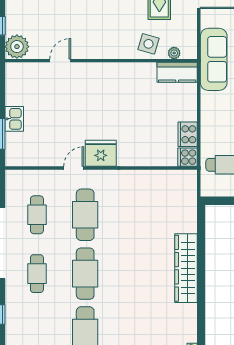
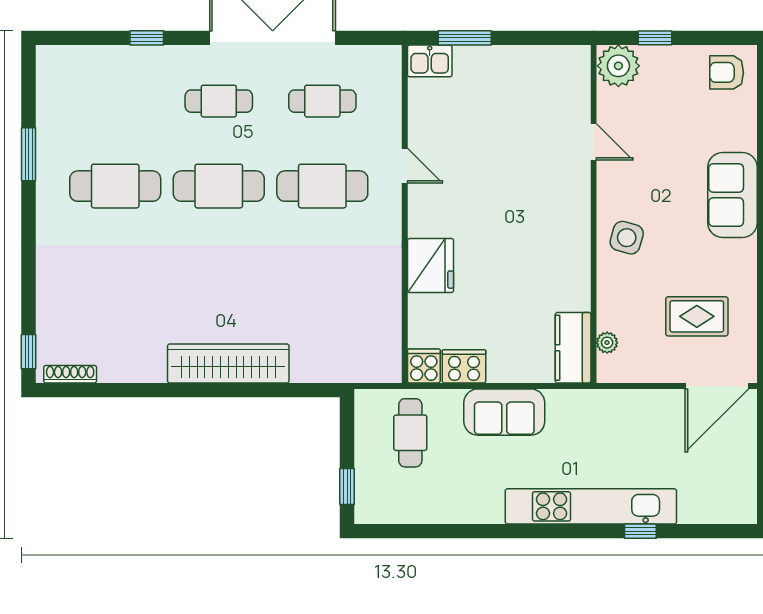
side table: (148, 44) -> (627, 238), moved
sofa: (214, 59) -> (504, 412), moved, width x0.73
kitchen sink: (14, 119) -> (430, 61), moved
fridge: (101, 153) -> (431, 266), moved

